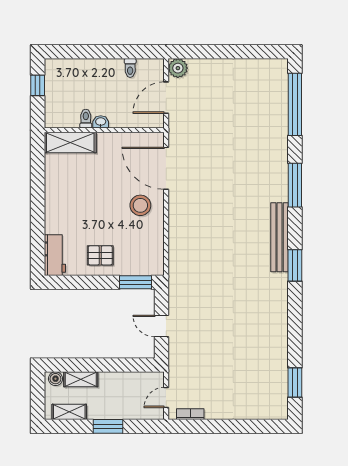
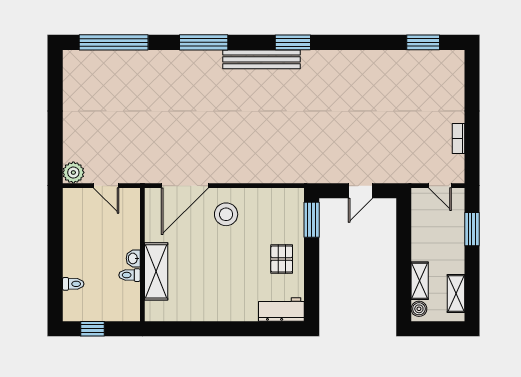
toilet: (130, 68) -> (73, 284), moved
door: (166, 98) -> (106, 186), width x0.73
shelving: (70, 143) -> (156, 271), moved
bookcase: (190, 414) -> (458, 139), moved
window: (108, 426) -> (472, 229), moved

